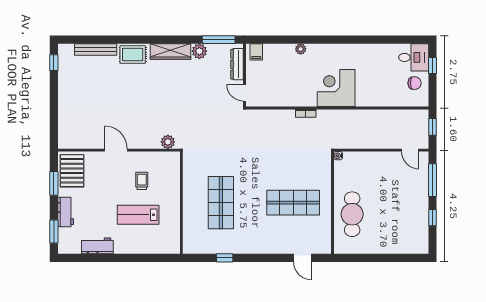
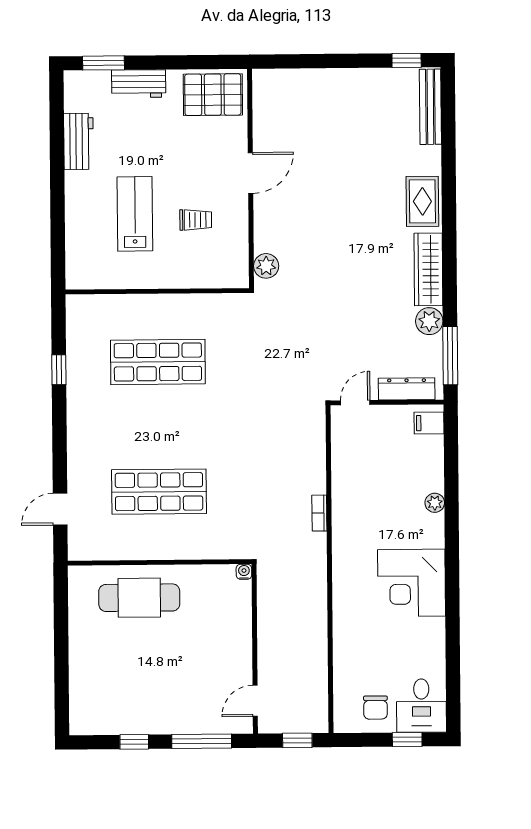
bench: (96, 50) -> (430, 107), moved
corner desk: (336, 88) -> (412, 583), moved, turned 180
window: (54, 183) -> (190, 62), removed
shop shelf: (293, 203) -> (159, 492), turned 90

